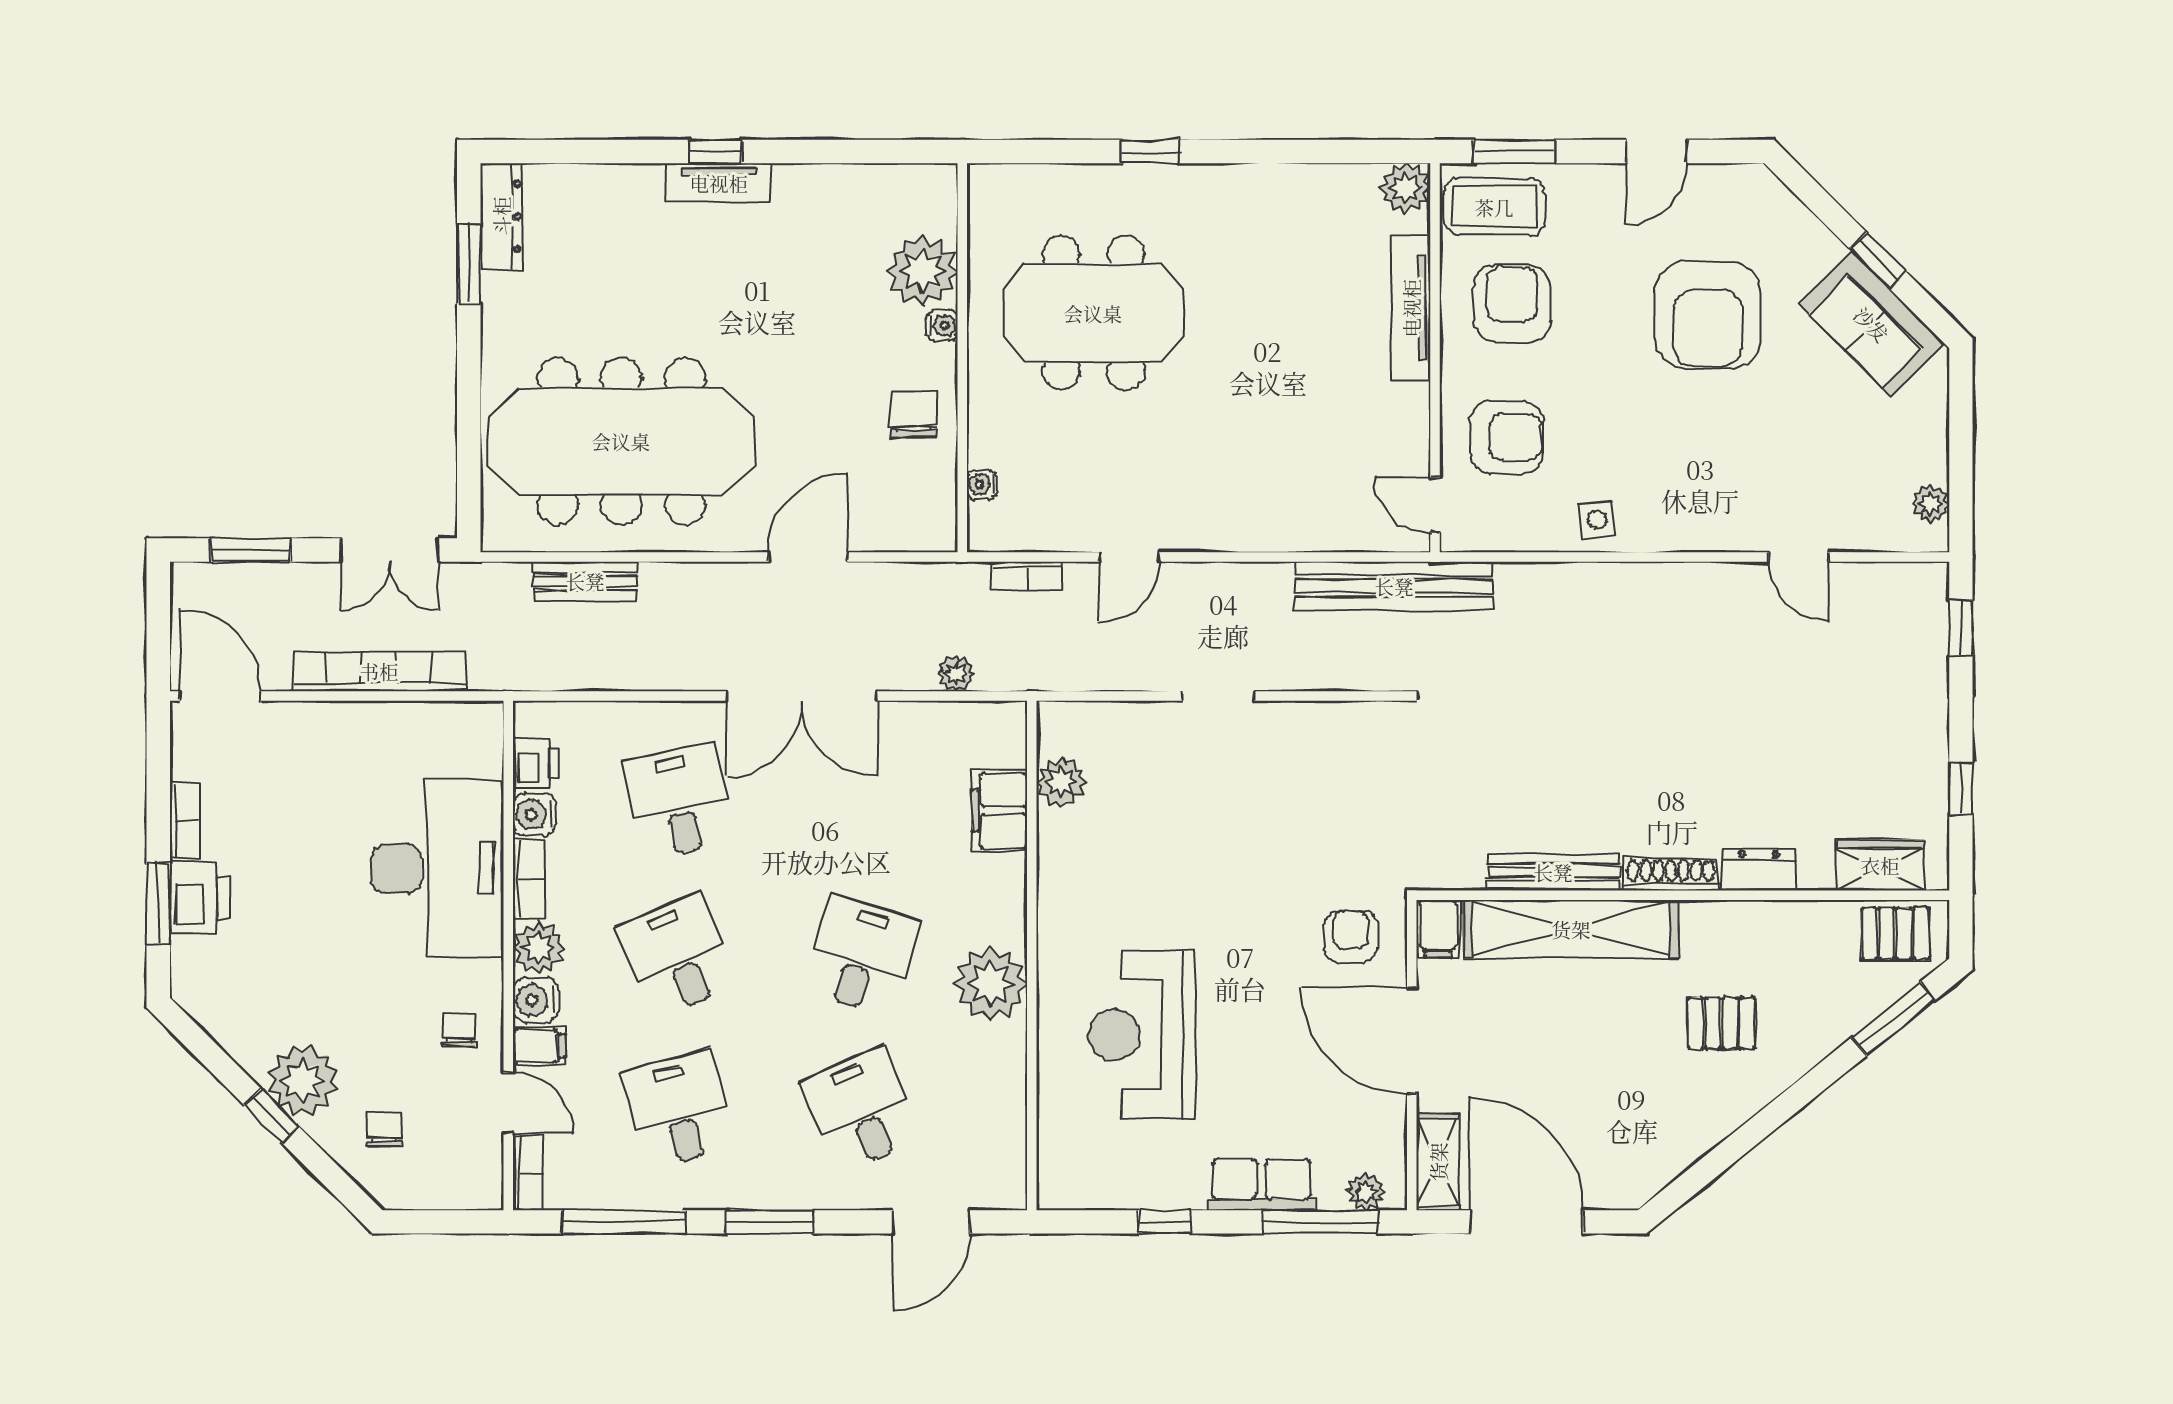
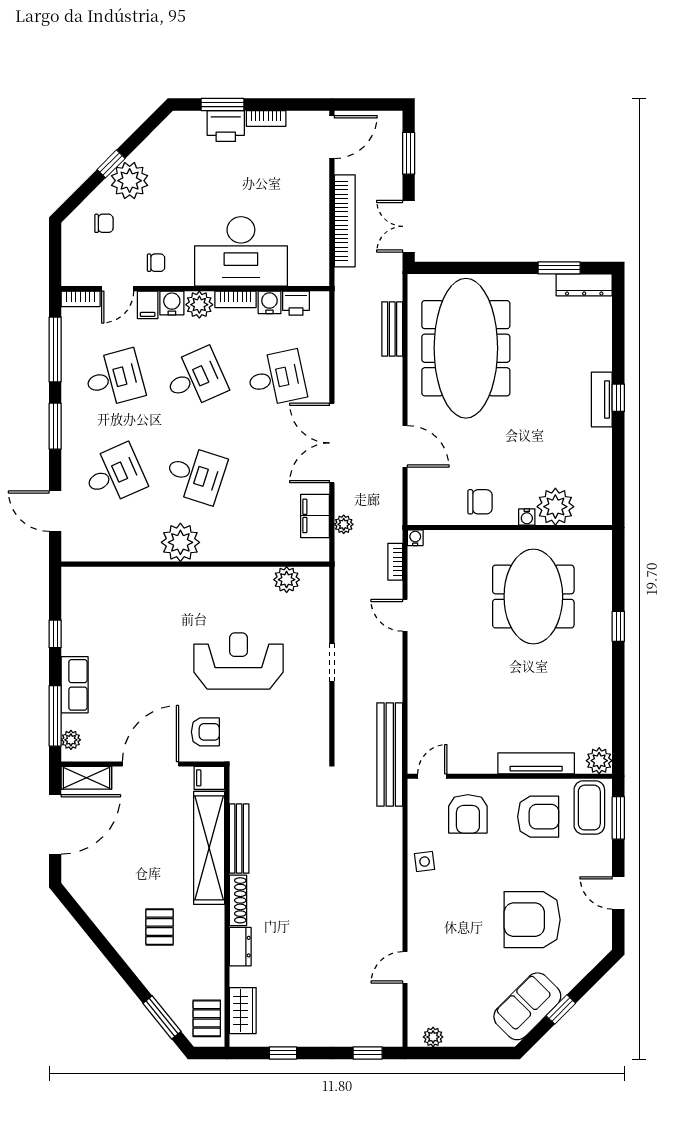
water cooler: (982, 485) -> (415, 538), moved
filing cabinet: (1000, 811) -> (315, 516), moved, turned -90
reception desk: (1142, 1035) -> (238, 661), moved

